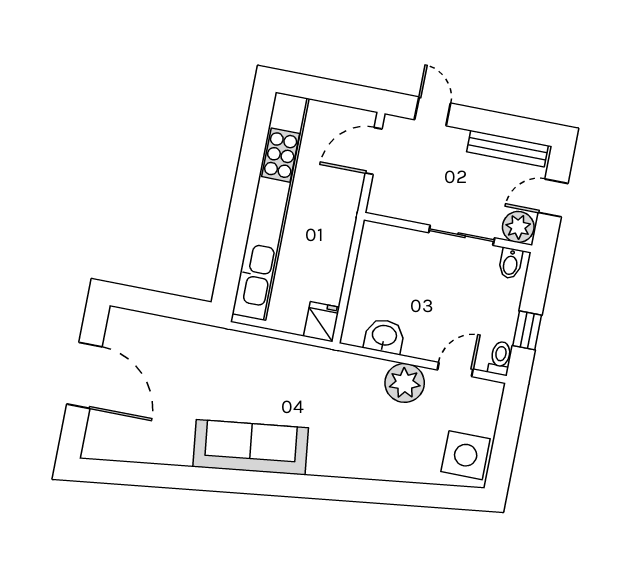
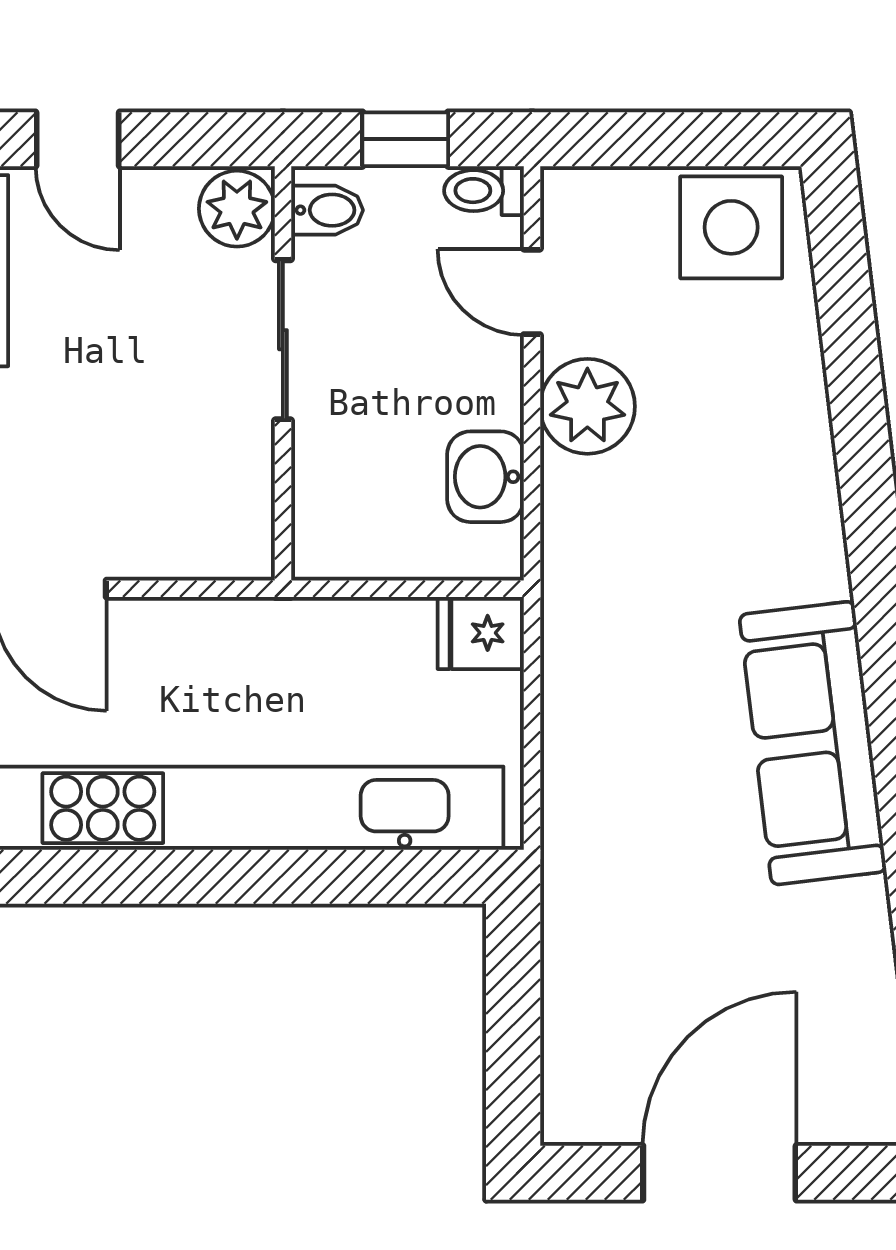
plant: (518, 227) -> (237, 209), moved
wall: (448, 232) -> (283, 373), moved
sliding door: (462, 235) -> (283, 340), moved
bidet: (510, 263) -> (327, 210), moved

